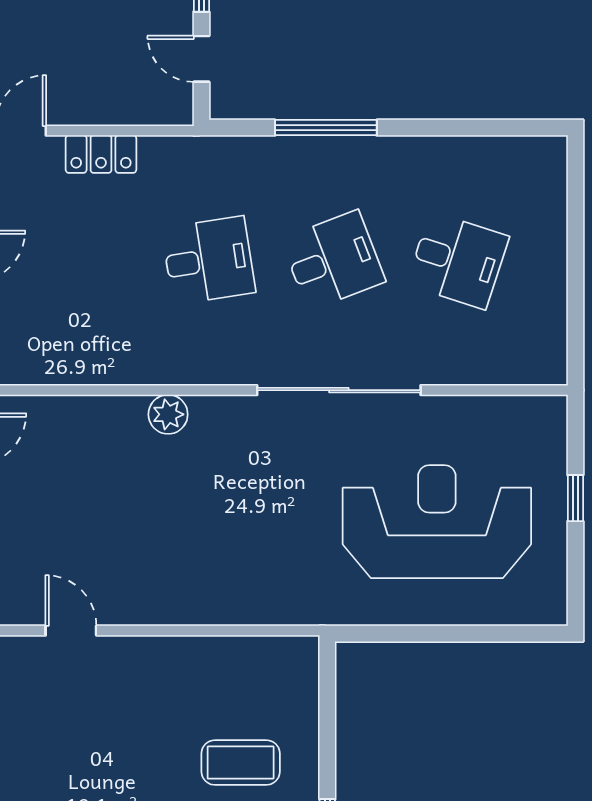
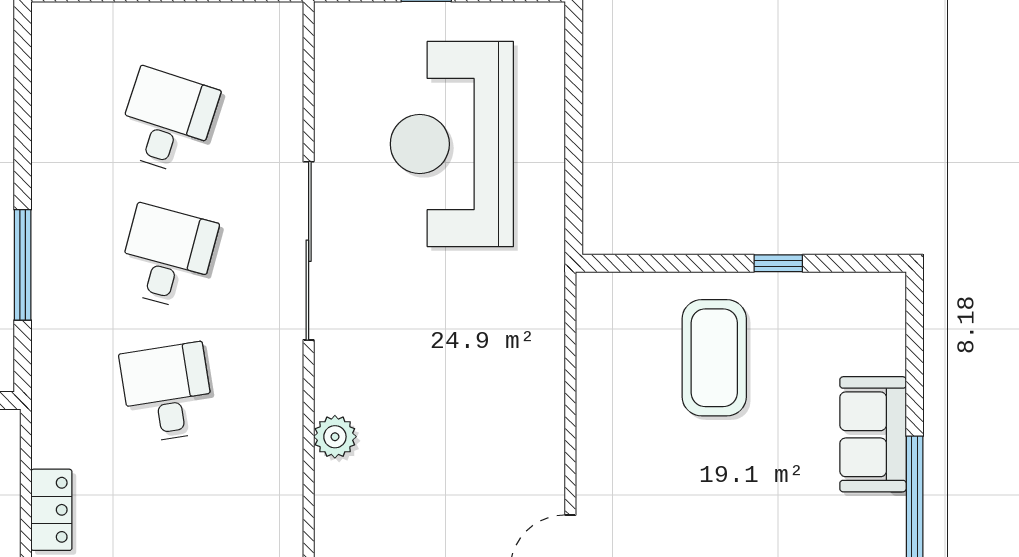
desk: (333, 260) -> (167, 257), turned 36
coffee table: (241, 763) -> (714, 358), width x1.36, depth x1.32

